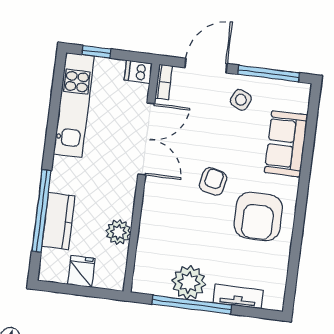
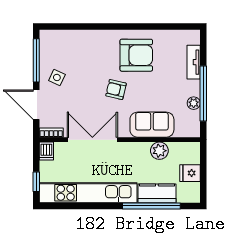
kitchen unit: (74, 105) -> (88, 193), width x1.36
sofa: (286, 144) -> (152, 125), moved, turned 180
plant: (189, 282) -> (194, 103), width x0.53, depth x0.53

